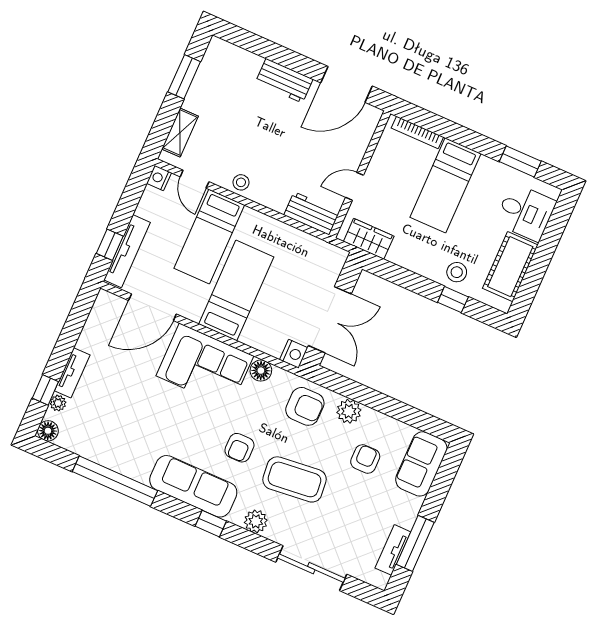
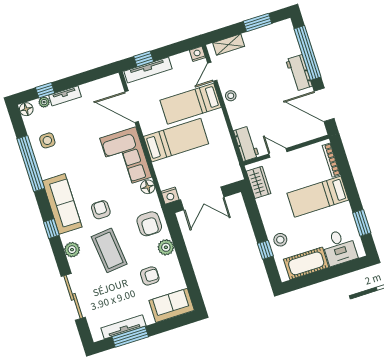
window: (270, 50) -> (308, 53), added
side table: (105, 438) -> (47, 140), added
armchair: (239, 448) -> (101, 210), turned 90
tv unit: (393, 550) -> (123, 327), width x1.41

